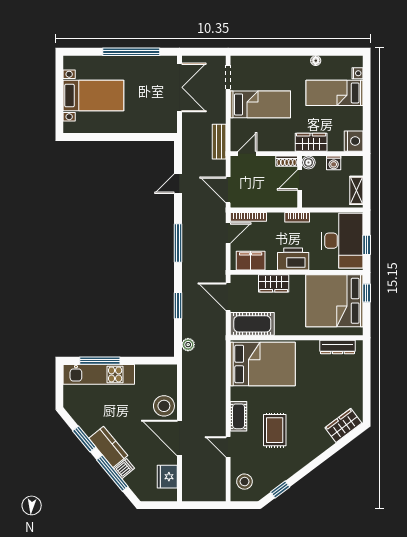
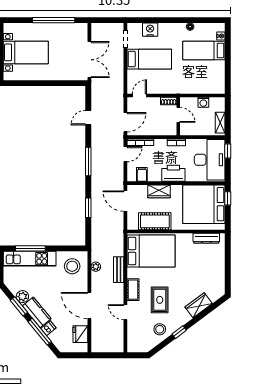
double door: (179, 87) -> (89, 60), moved
nightstand: (354, 141) -> (150, 30), moved, turned -90
bench: (219, 142) -> (119, 270), moved
wardrobe: (311, 142) -> (187, 87), removed
boiler: (308, 163) -> (185, 102), removed
door: (300, 180) -> (178, 115), swing flipped
door: (228, 190) -> (125, 122), swing flipped
window: (367, 245) -> (228, 151), moved
filing cabinet: (251, 261) -> (142, 174), width x0.50
cot: (252, 324) -> (155, 221), moved
plant: (188, 345) -> (96, 267), moved
stool: (164, 406) -> (72, 266), moved
wardrobe: (343, 425) -> (199, 305), moved
plant: (89, 426) -> (22, 297), added
stool: (245, 482) -> (160, 329), moved
window: (280, 489) -> (179, 332), moved

